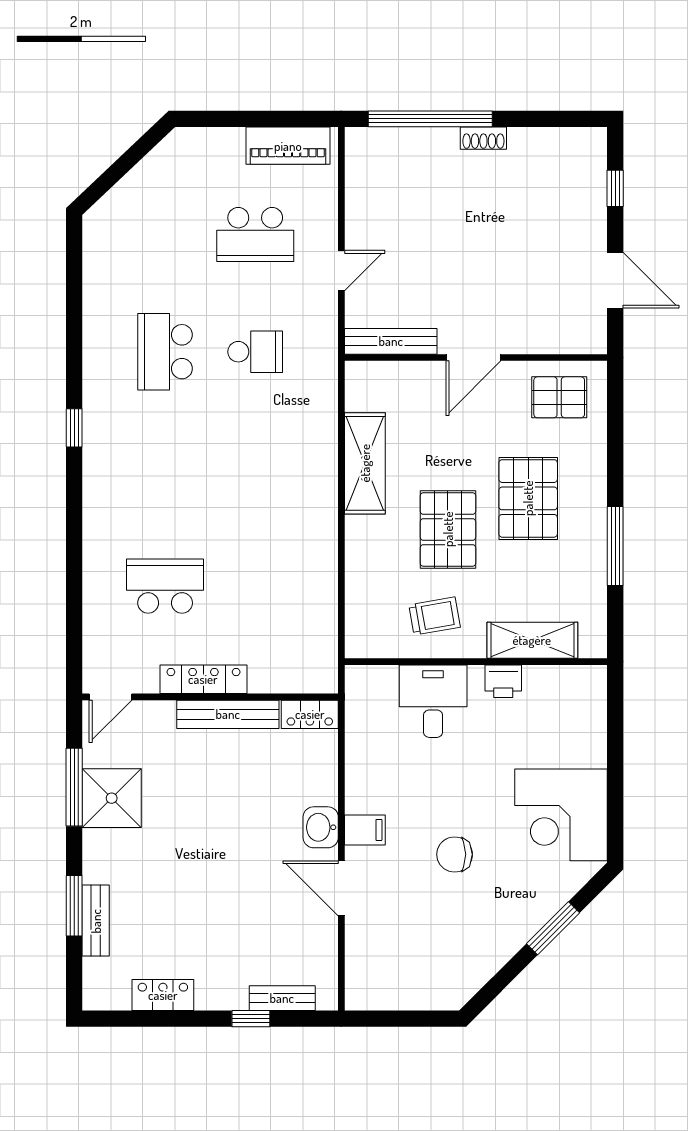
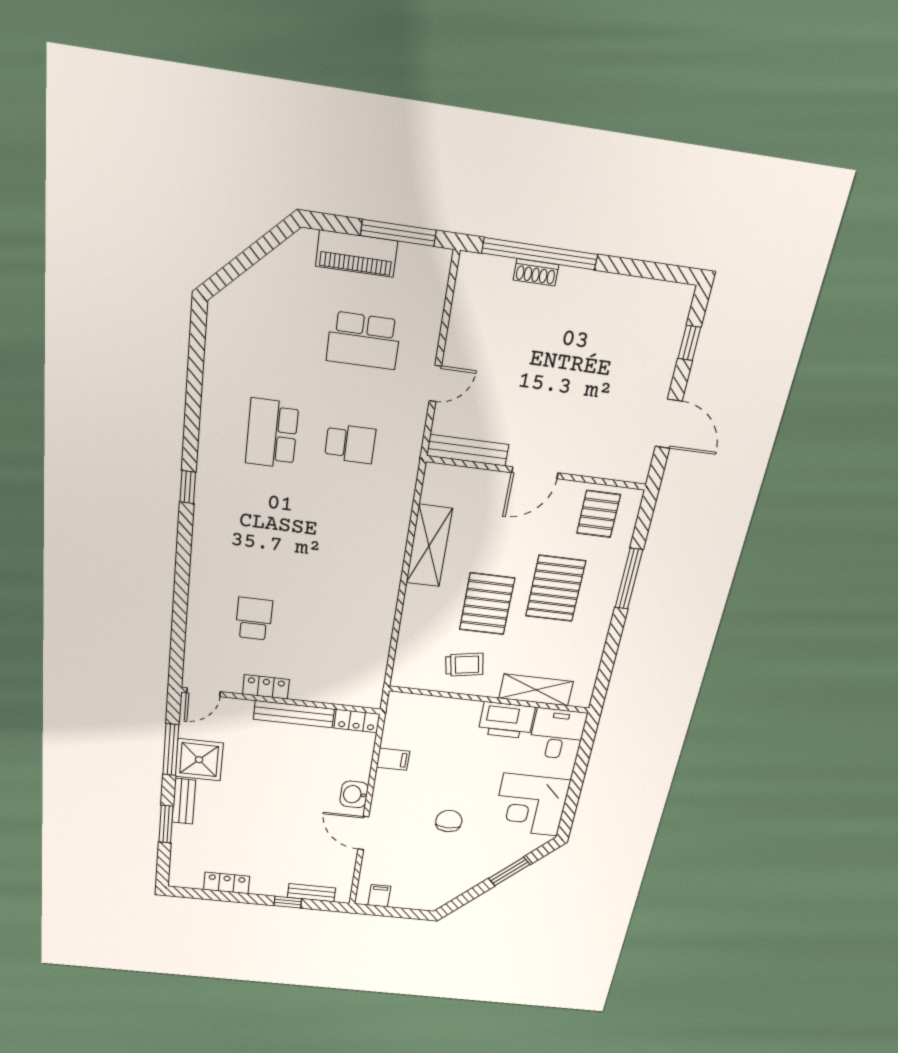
window: (277, 119) -> (398, 233), added
shoe rack: (483, 138) -> (536, 272), moved
piano: (288, 146) -> (357, 254), moved
pallet: (559, 397) -> (599, 514), turned 90
window: (615, 546) -> (629, 579), moved
school desk: (165, 586) -> (254, 619), width x0.54
locker: (203, 679) -> (266, 687), width x0.66
printer: (503, 681) -> (507, 720), width x1.87, depth x1.48
desk: (433, 701) -> (557, 734), moved
filing cabinet: (365, 830) -> (393, 759), moved
chair: (455, 854) -> (449, 821), turned 90
bench: (96, 921) -> (184, 801), moved
filing cabinet: (378, 992) -> (379, 896), added

